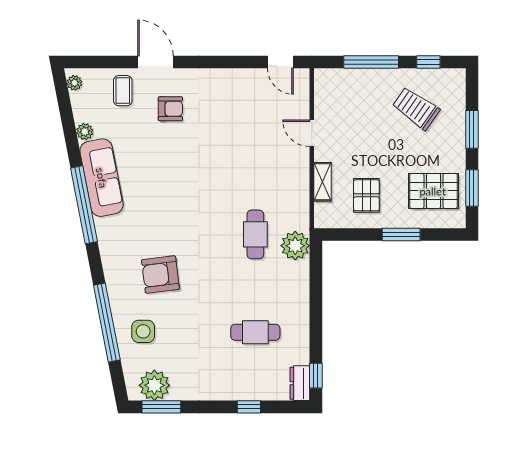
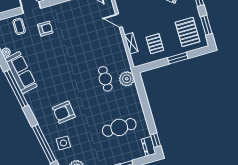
pallet: (433, 191) -> (188, 32), turned 90
cafe table: (255, 332) -> (119, 127), width x1.37, depth x1.35

